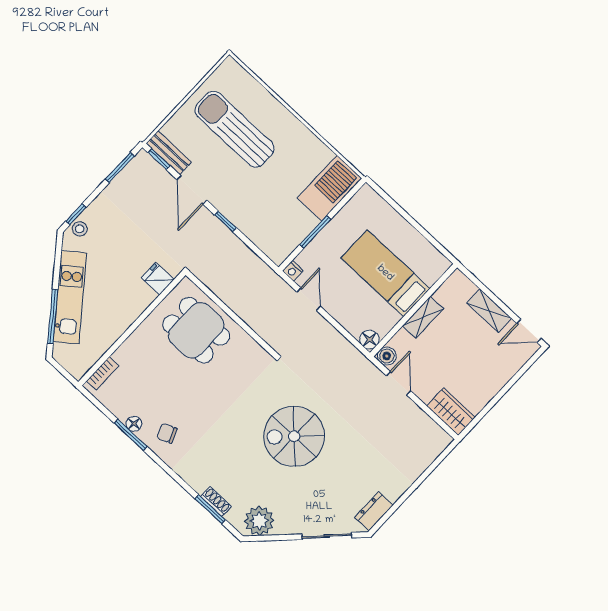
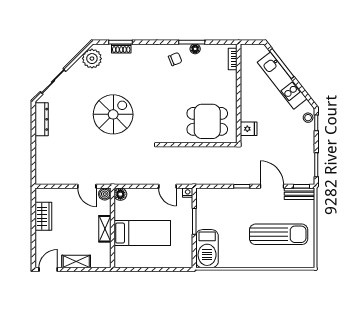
wardrobe: (451, 412) -> (43, 216), moved, turned -90
dresser: (374, 511) -> (42, 119), width x1.44

